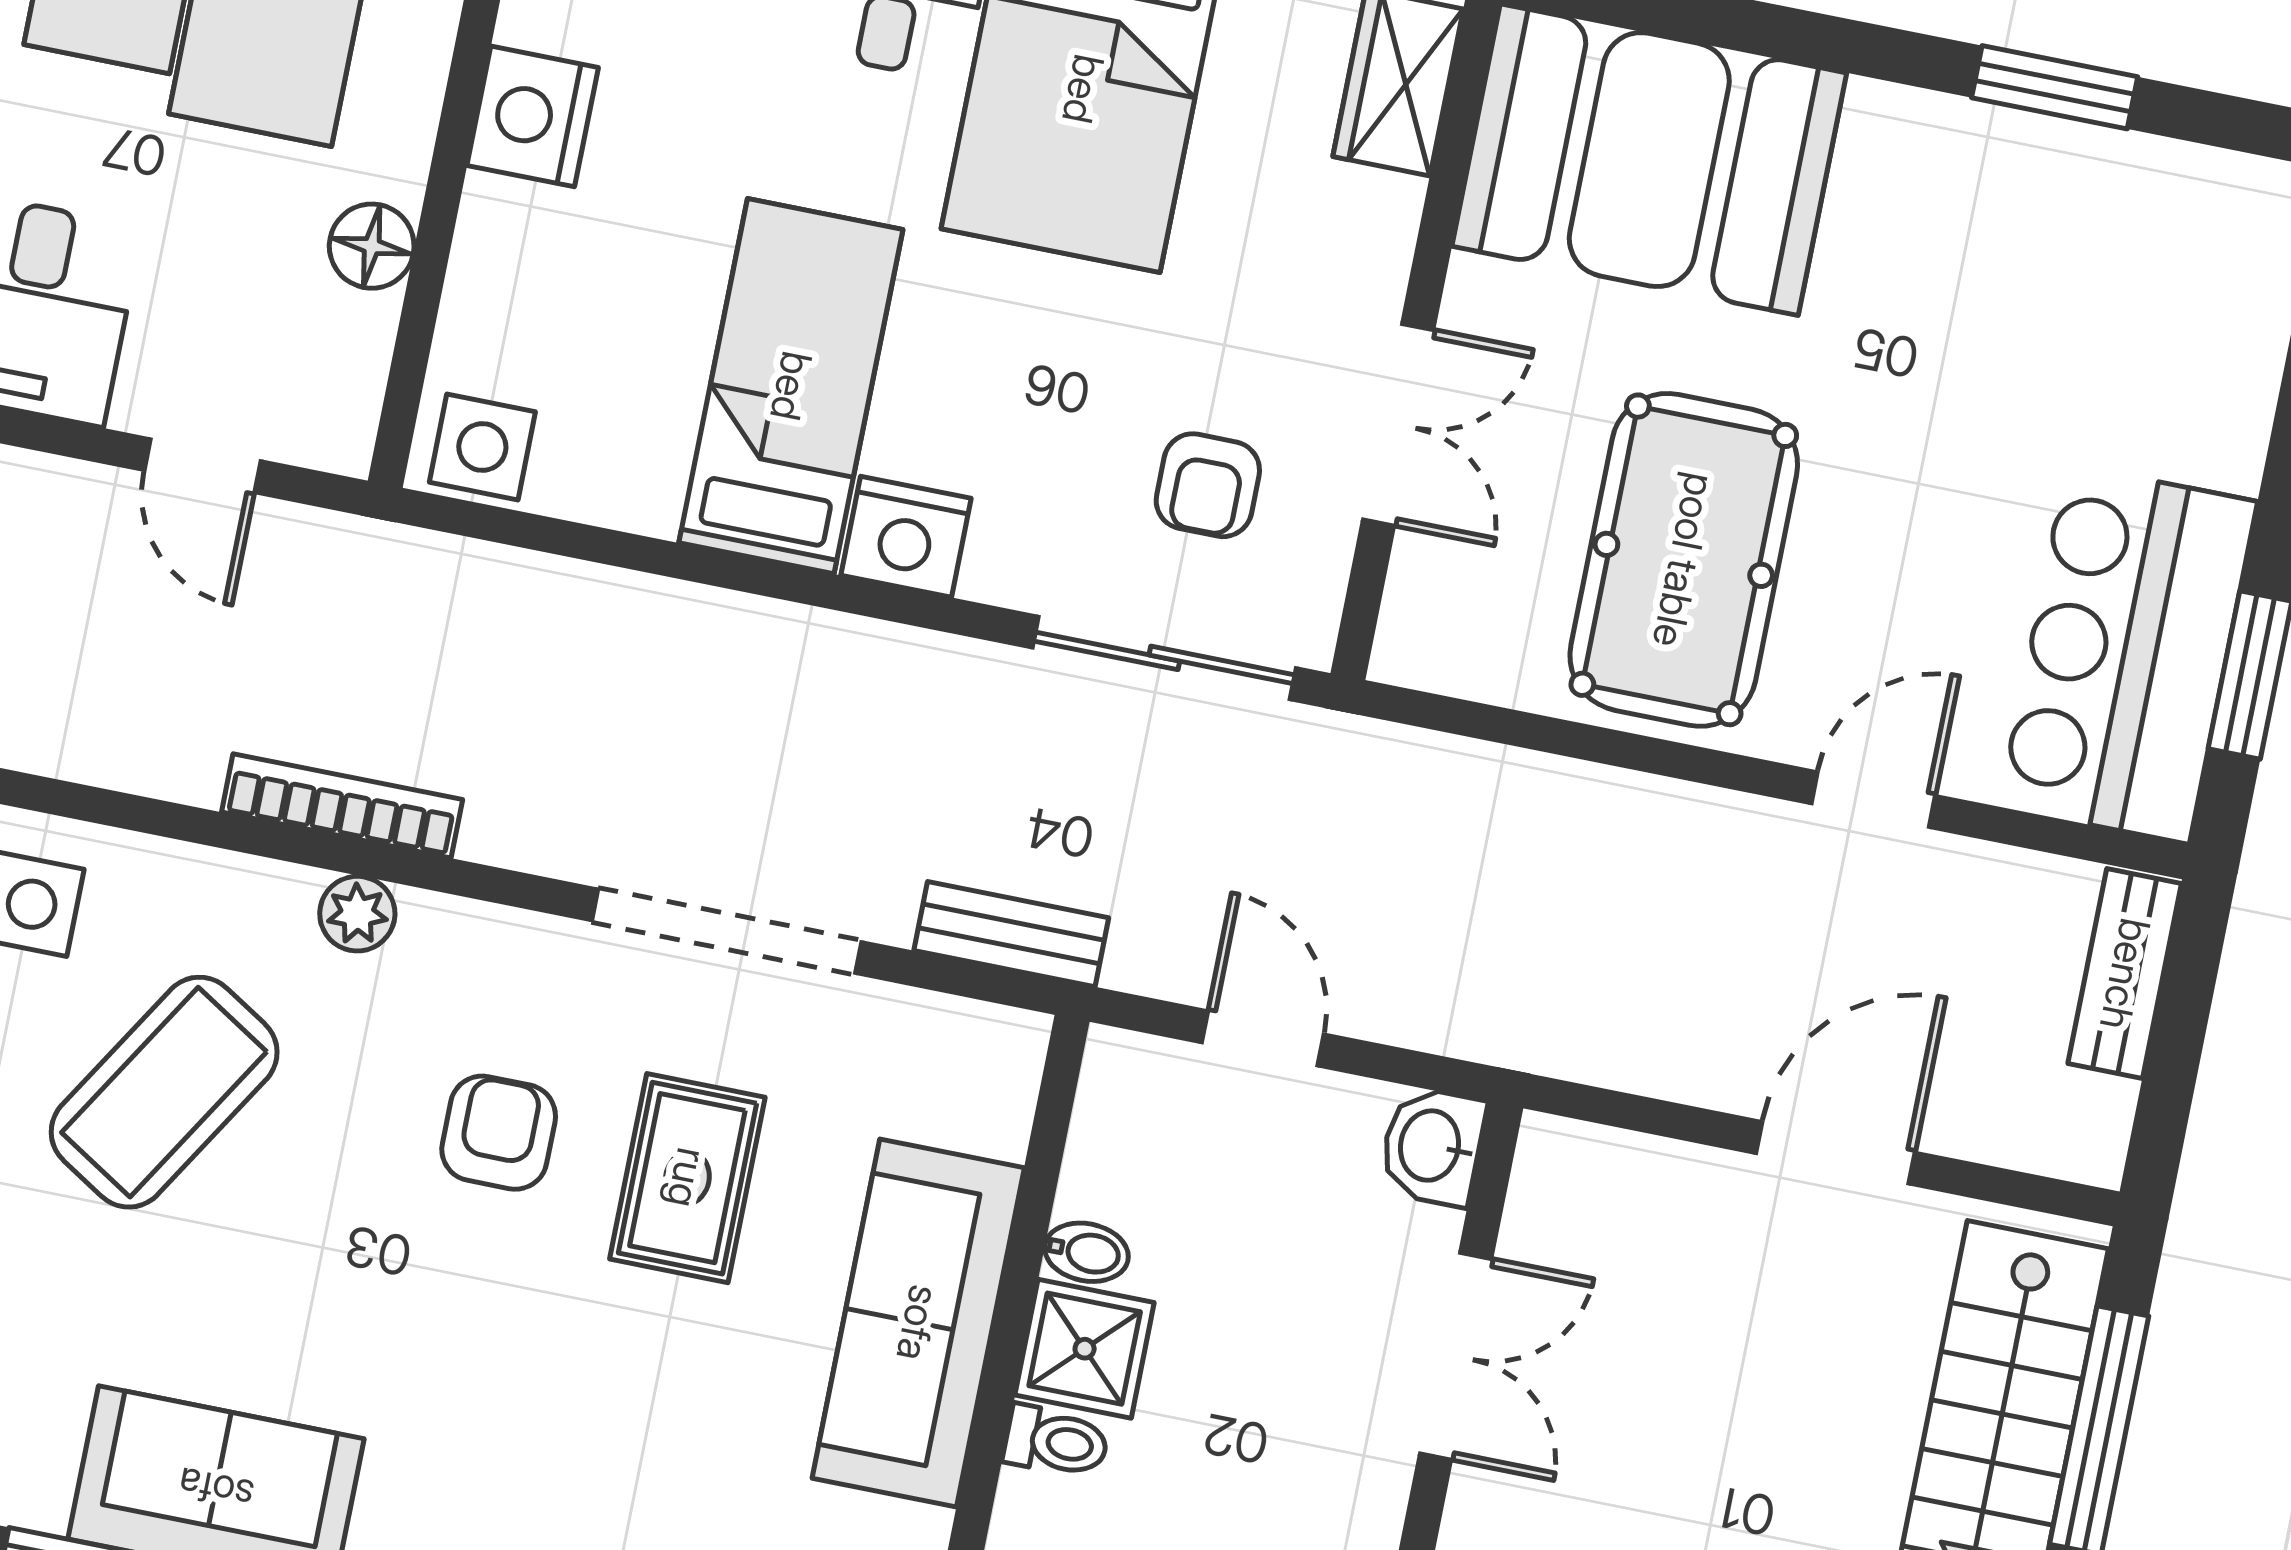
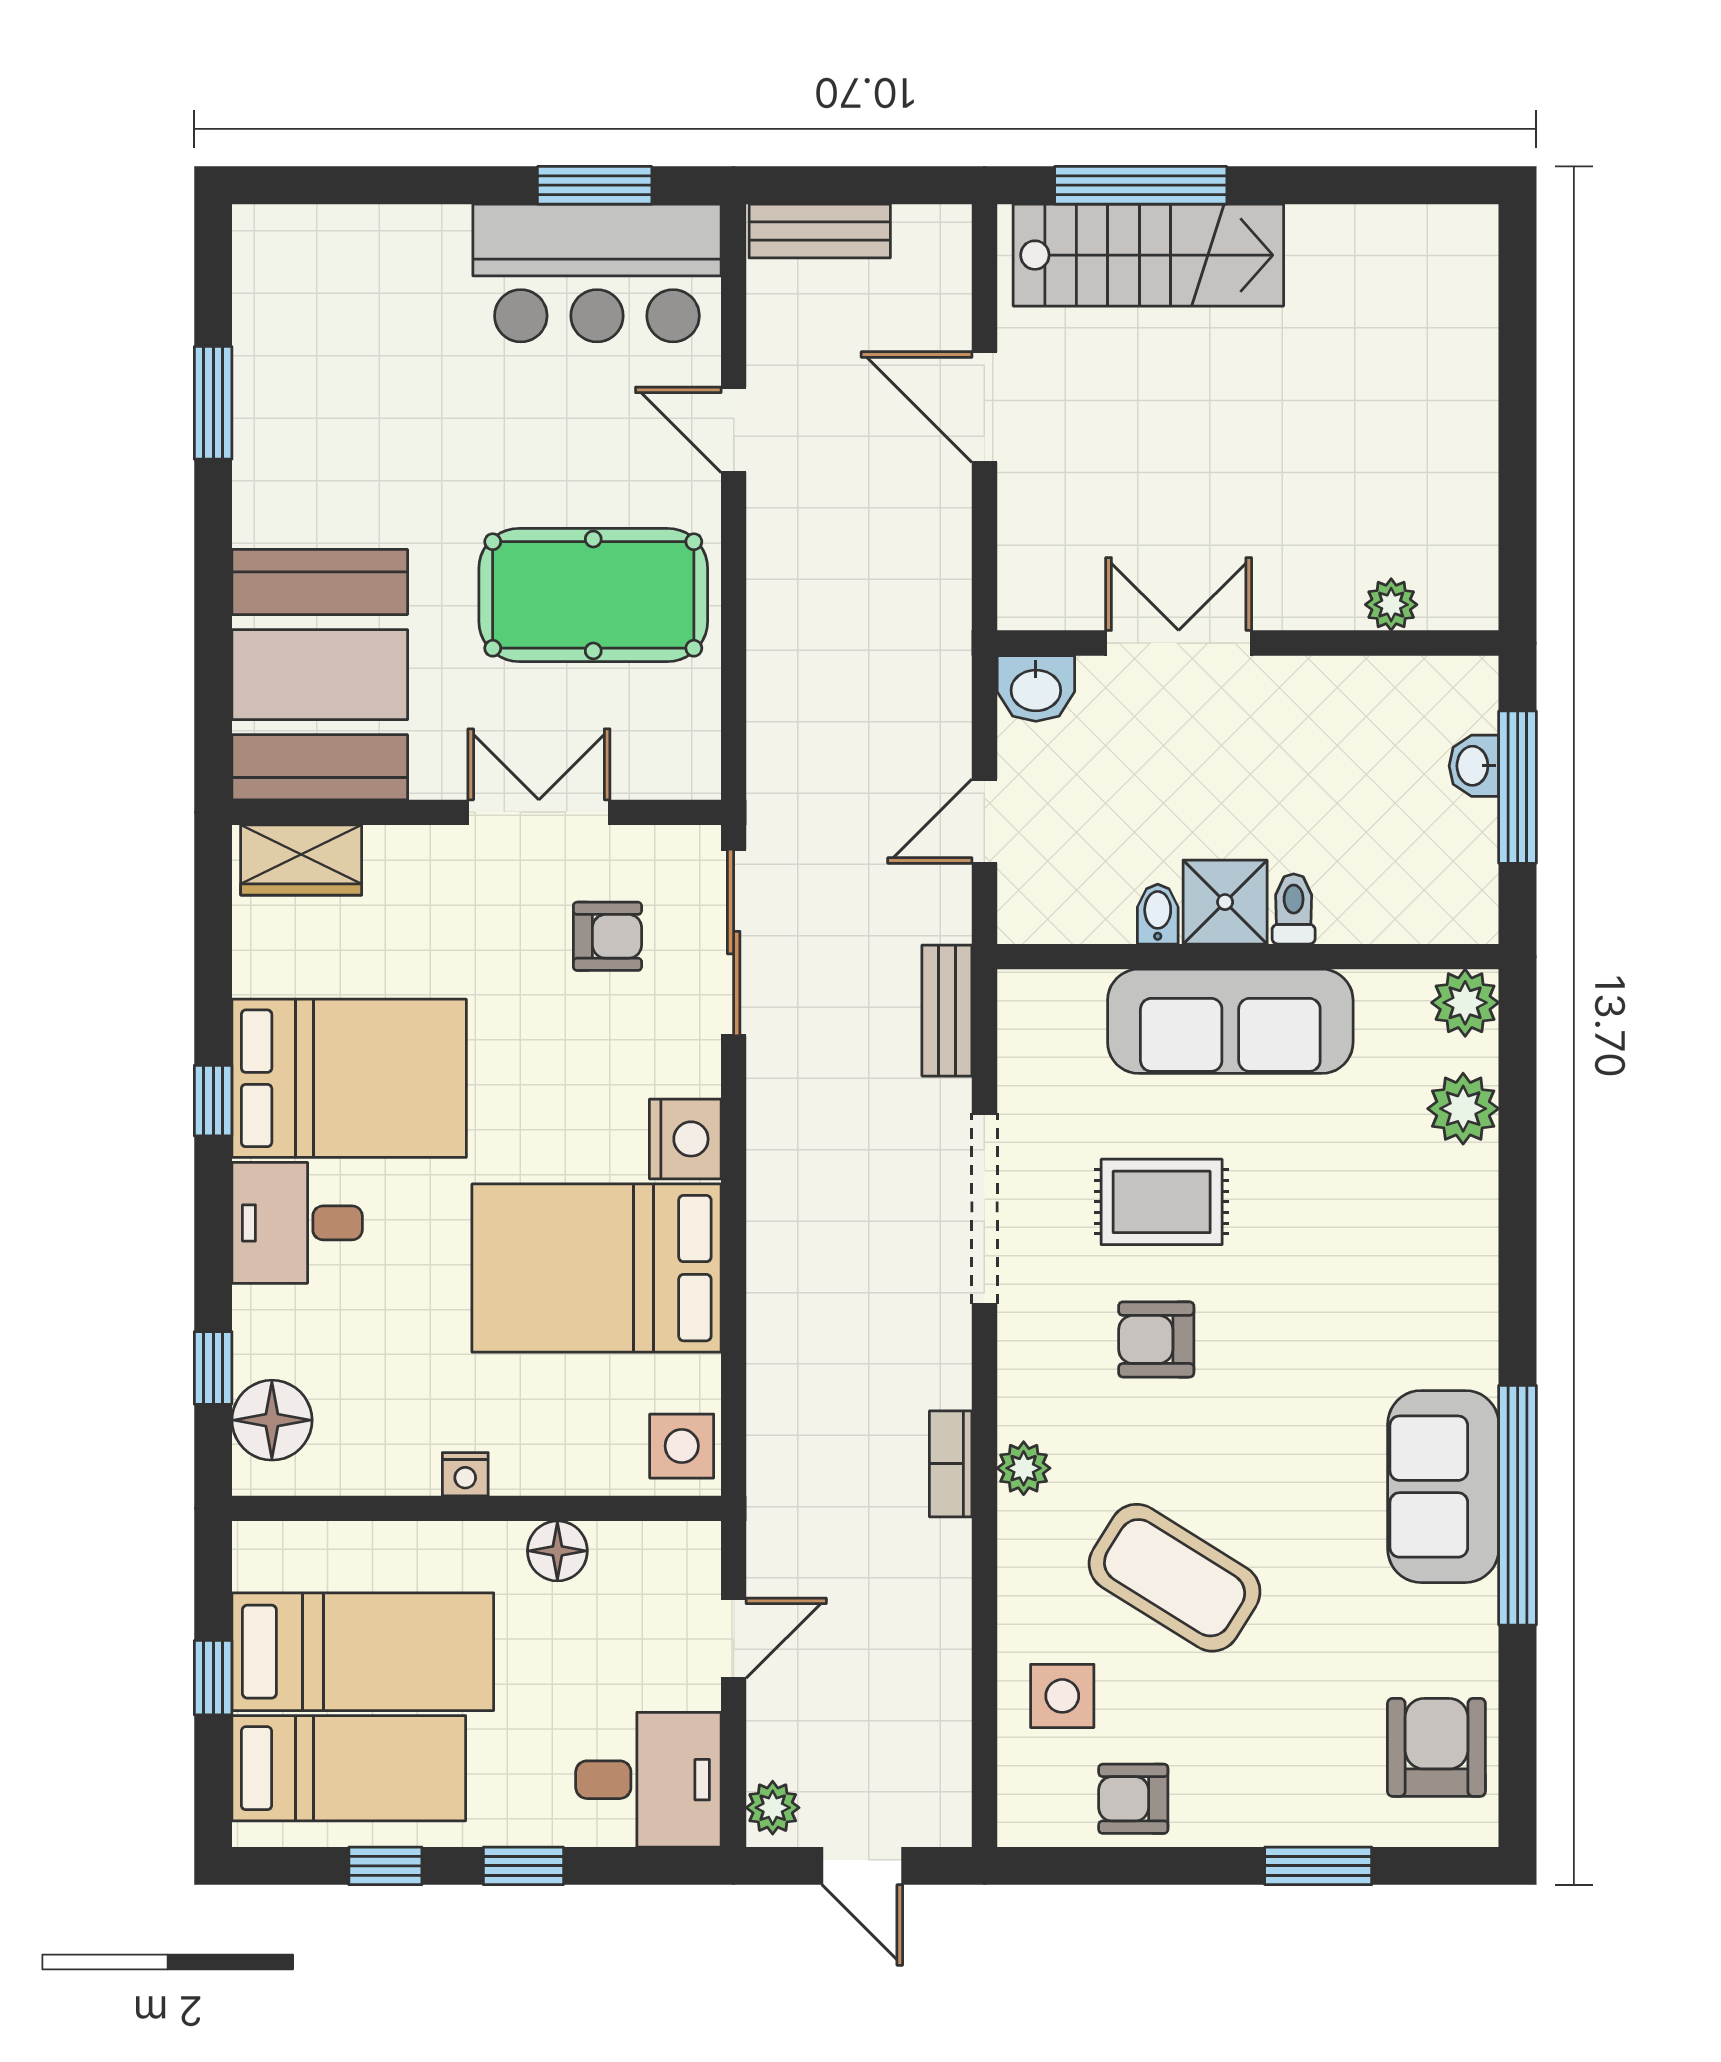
nightstand: (533, 116) -> (465, 1474), width x0.53, depth x0.56
bed: (791, 386) -> (597, 1268), width x1.50
bookcase: (342, 806) -> (951, 1464), width x0.64

